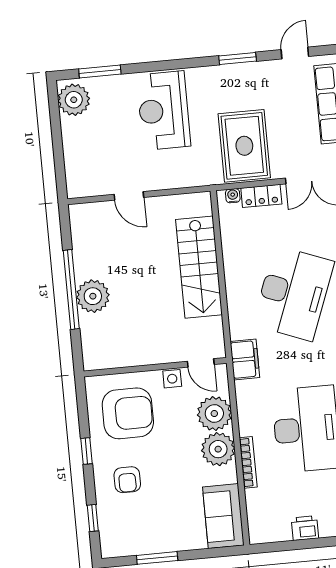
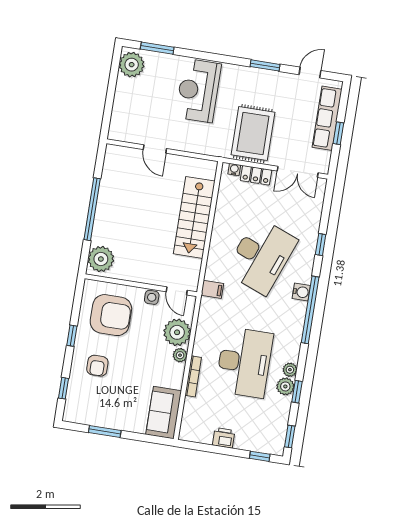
plant: (93, 296) -> (101, 259), moved
filing cabinet: (245, 359) -> (212, 289), width x0.50
plant: (218, 449) -> (180, 355), width x0.53, depth x0.53

